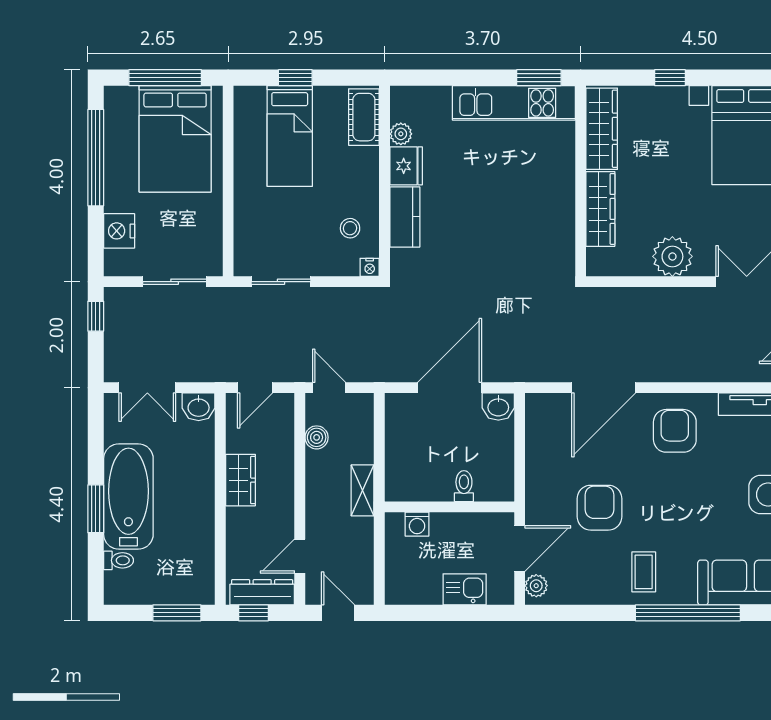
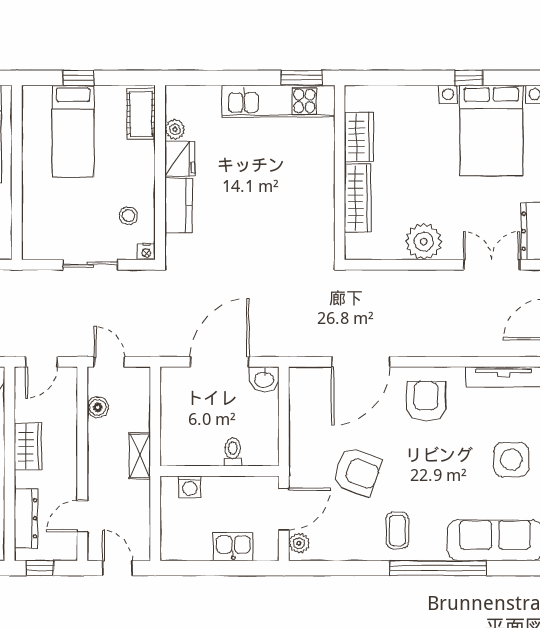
window: (670, 78) -> (469, 78), moved
wardrobe: (602, 129) -> (359, 137), width x0.67
sliding door: (281, 282) -> (90, 265), moved
armchair: (600, 508) -> (357, 472), turned 110
dresser: (262, 592) -> (26, 518), moved, turned 90

